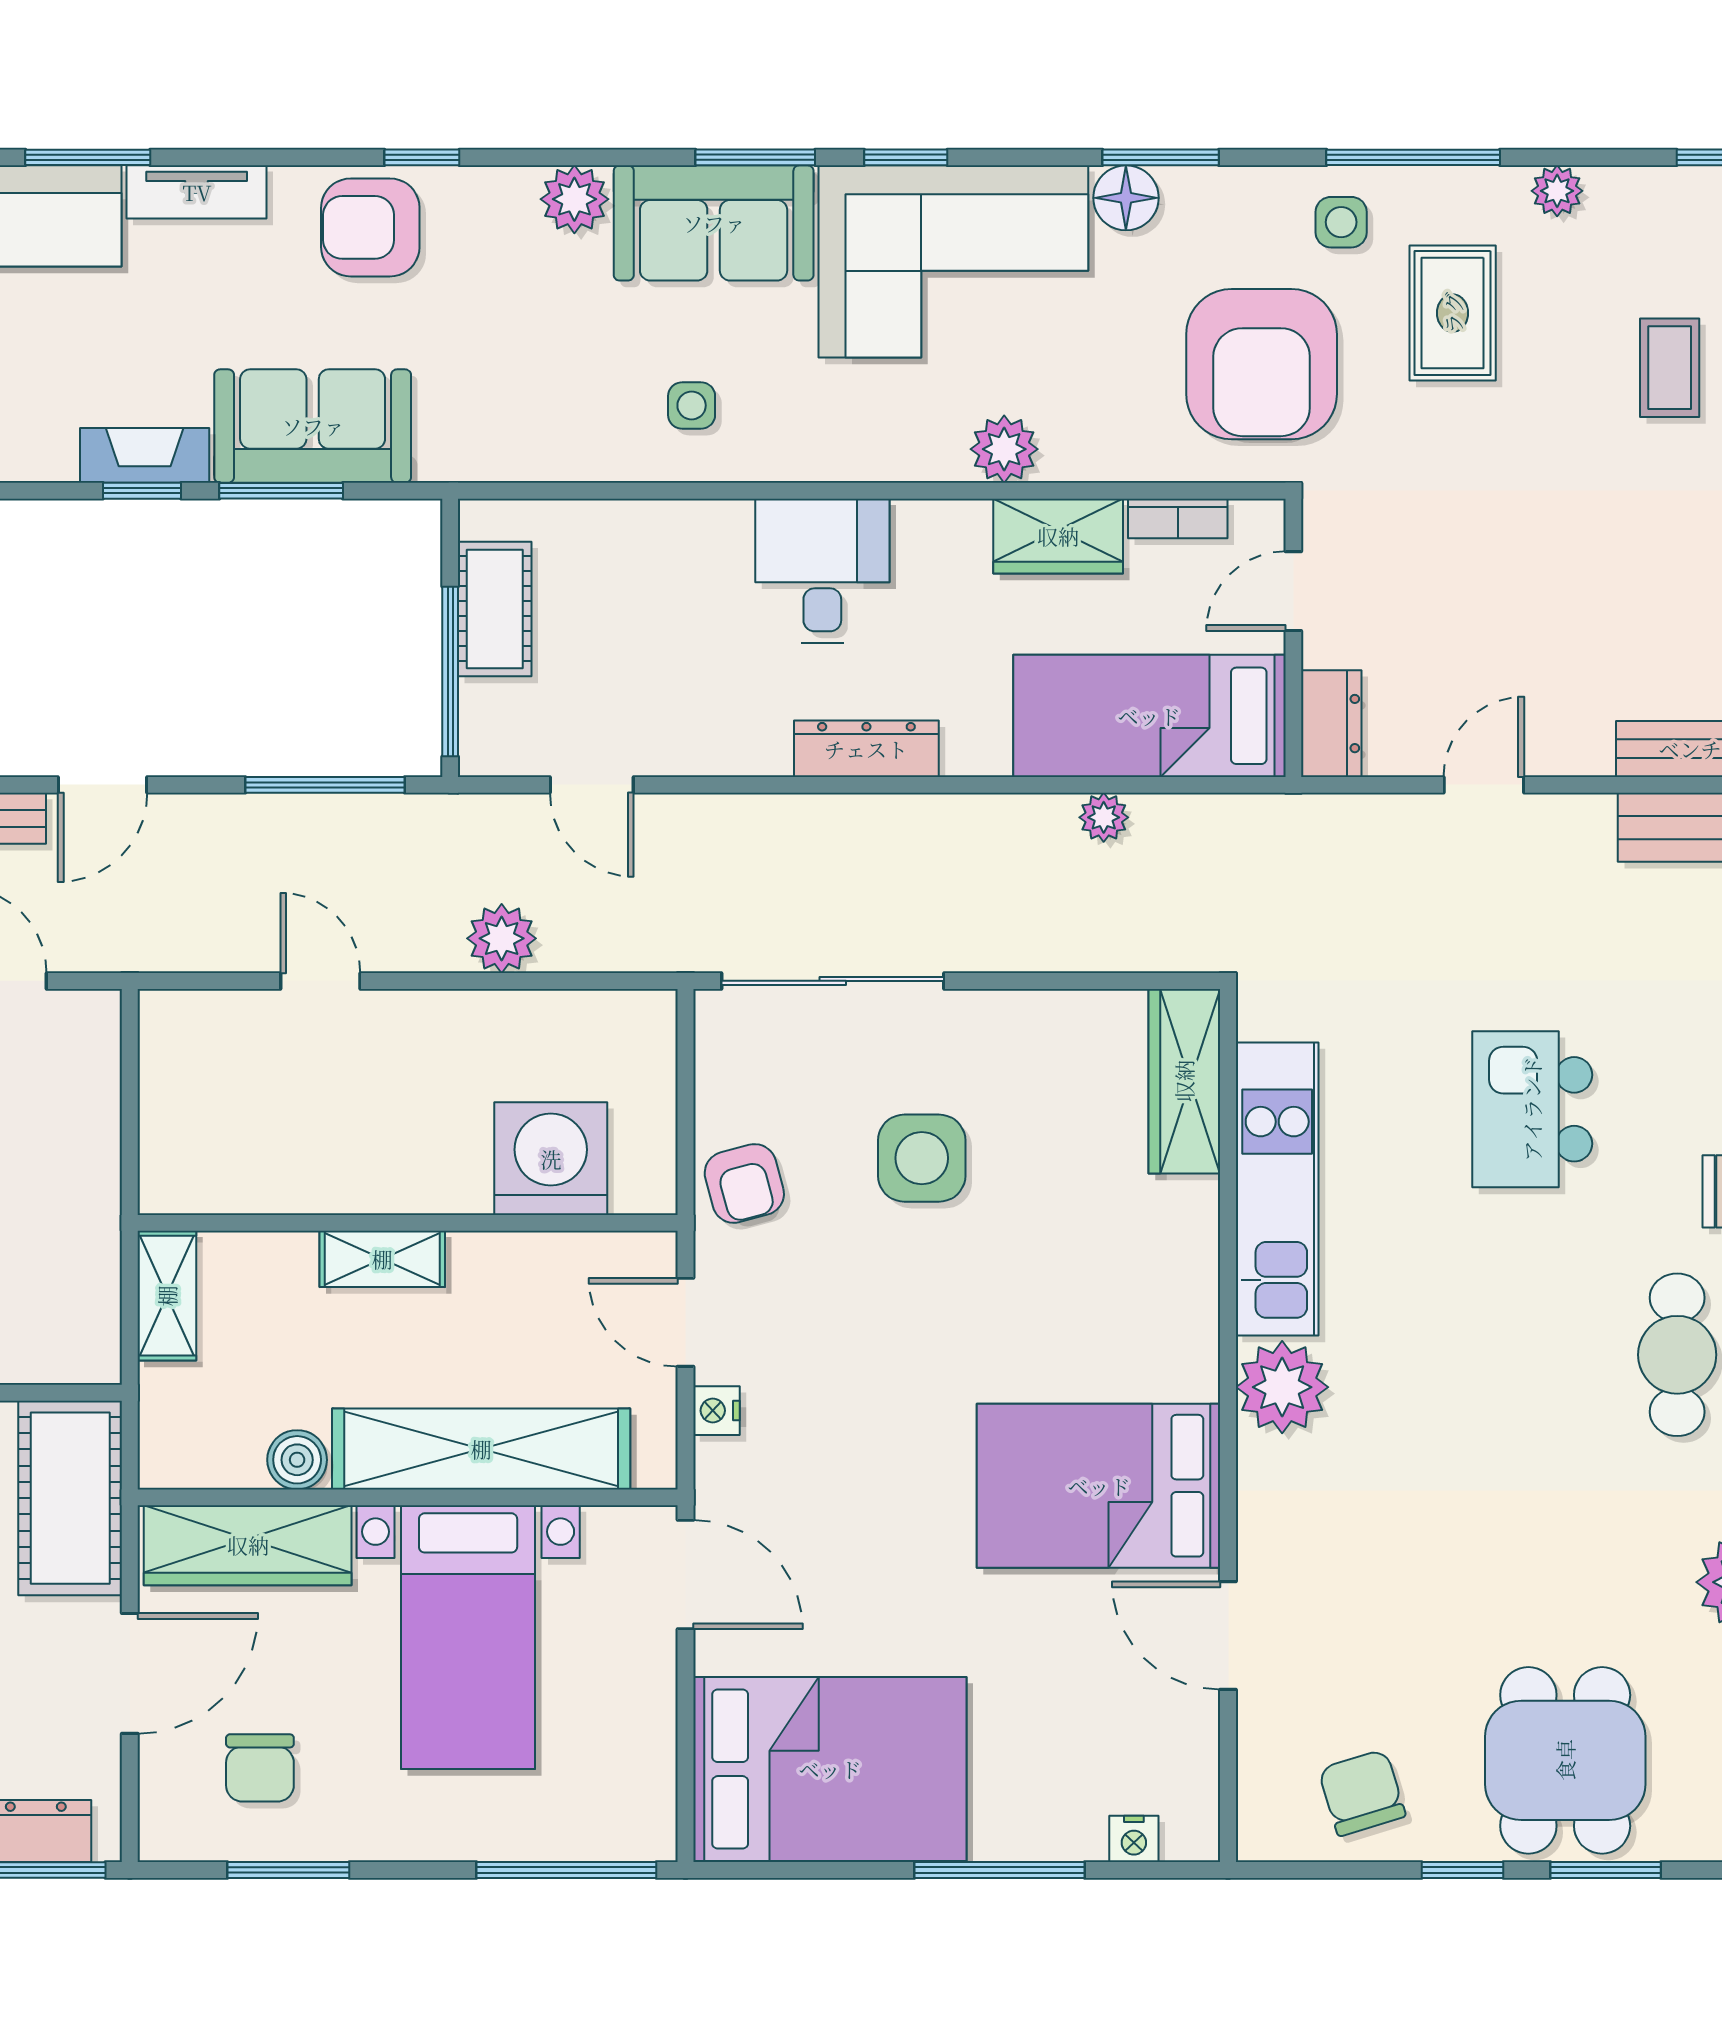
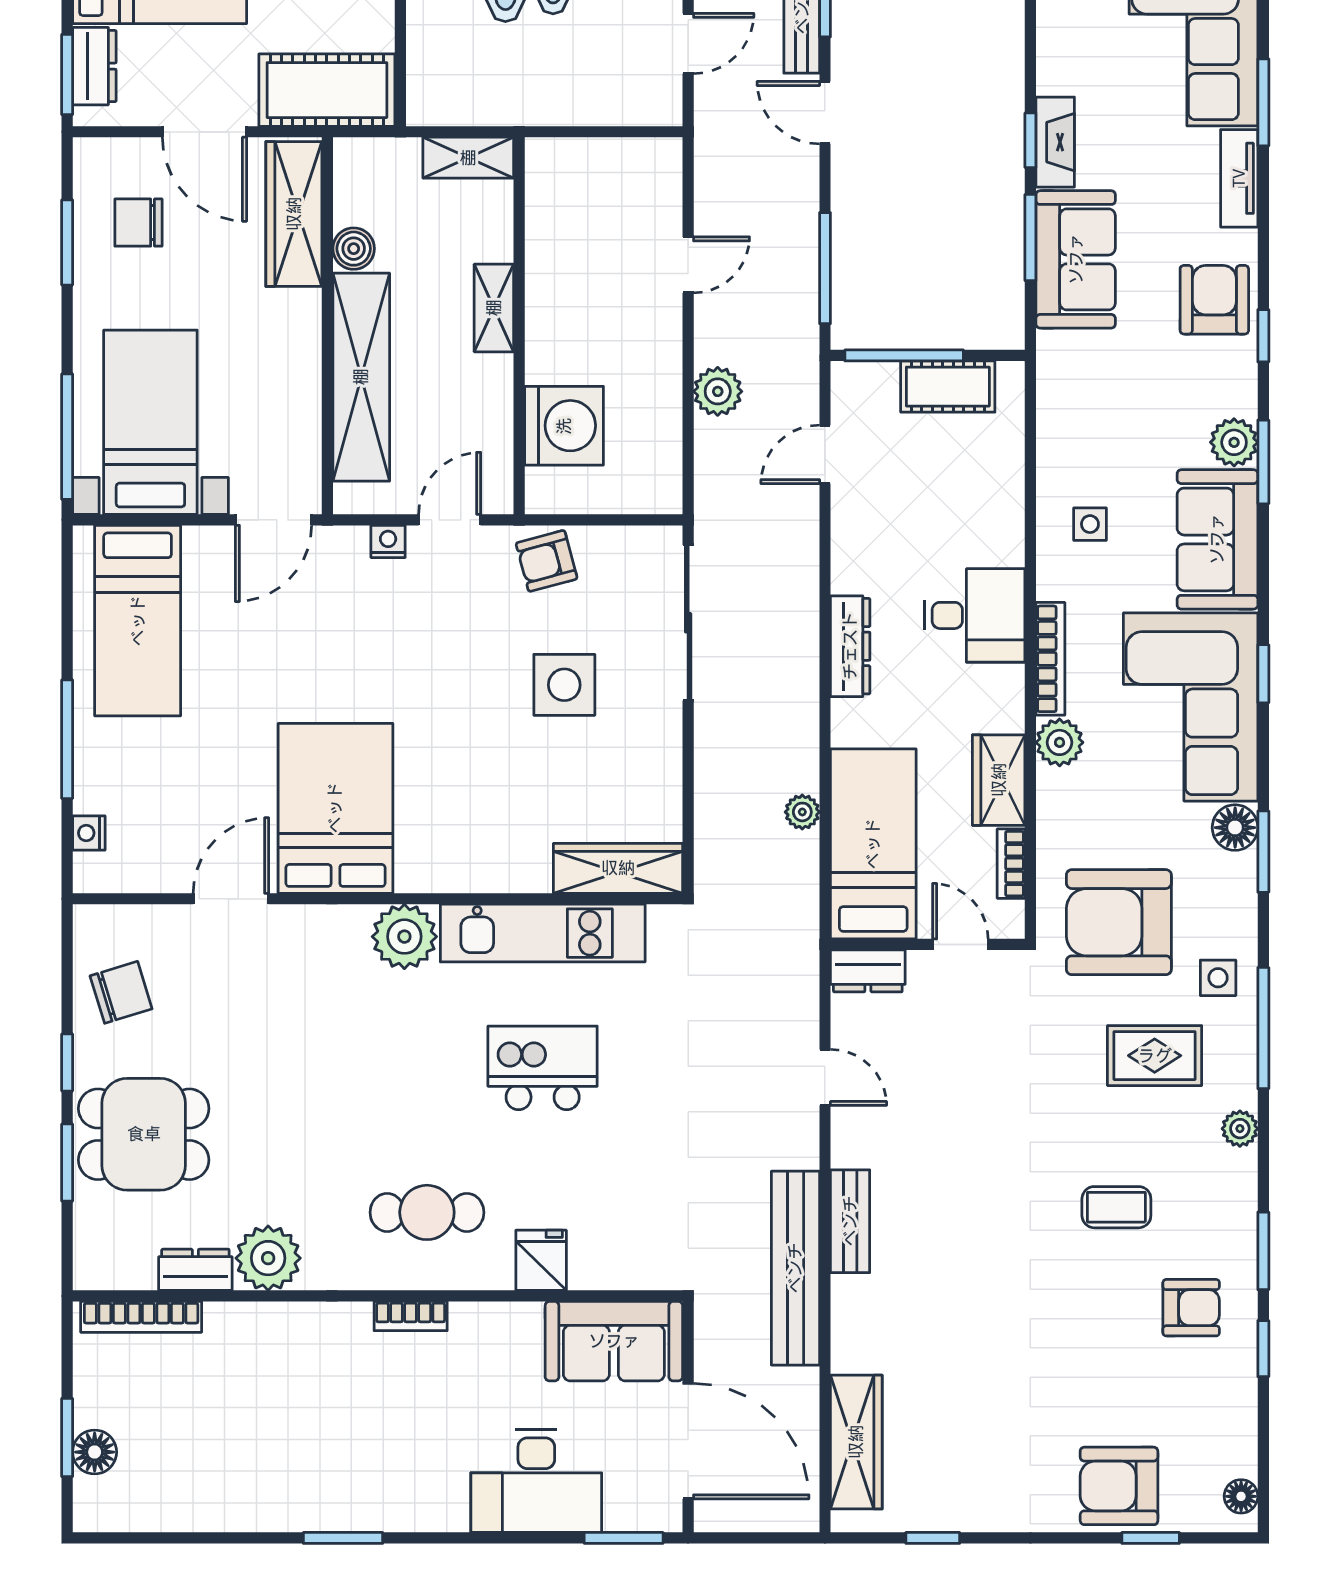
window: (755, 157) -> (1263, 462), moved
bookcase: (884, 462) -> (1050, 659), added
kitchen island: (1532, 1109) -> (543, 1068), moved
bed with nightstands: (468, 1637) -> (150, 422), moved, turned 90
bed: (830, 1769) -> (138, 621), width x0.67

